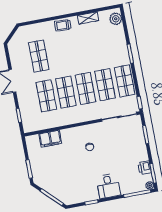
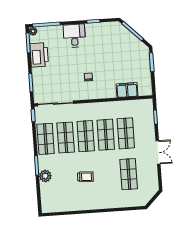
shelving: (88, 18) -> (75, 206), removed
plant: (116, 19) -> (45, 176), moved
trolley: (63, 25) -> (85, 177), moved
printer: (145, 168) -> (39, 55), width x1.87, depth x1.48

